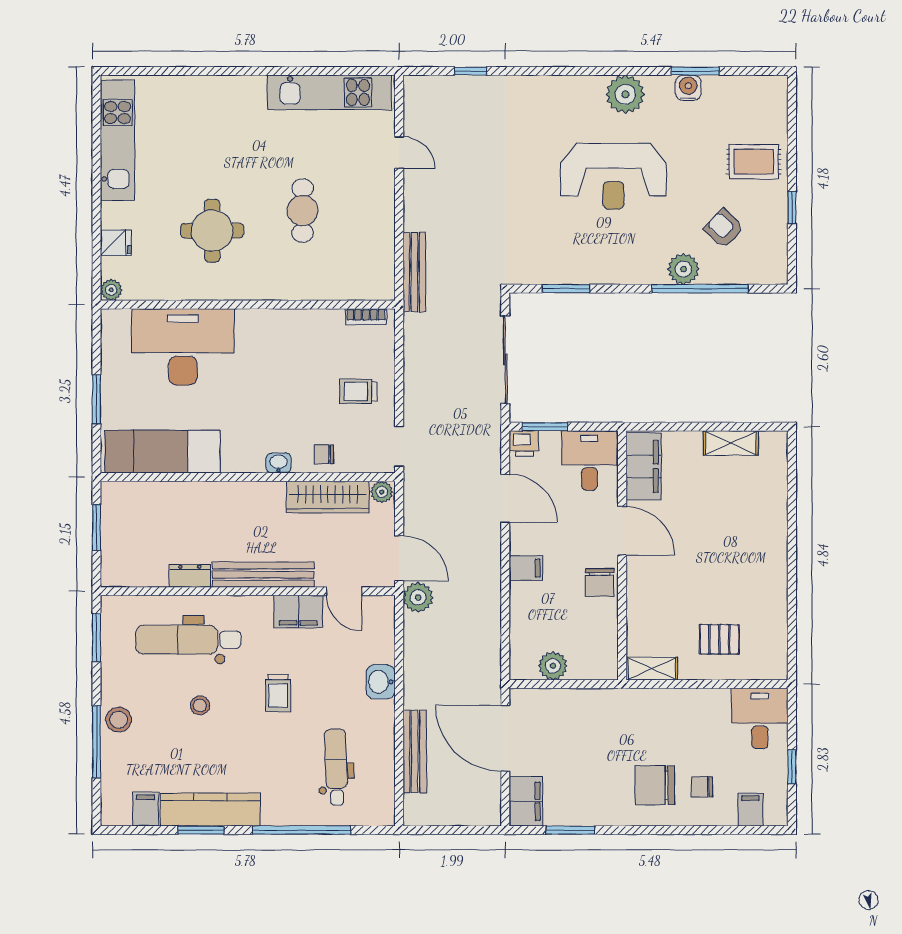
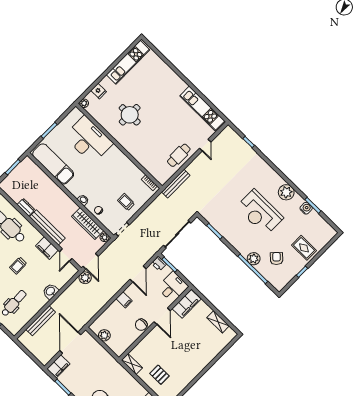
cafe table: (303, 211) -> (179, 155), moved

